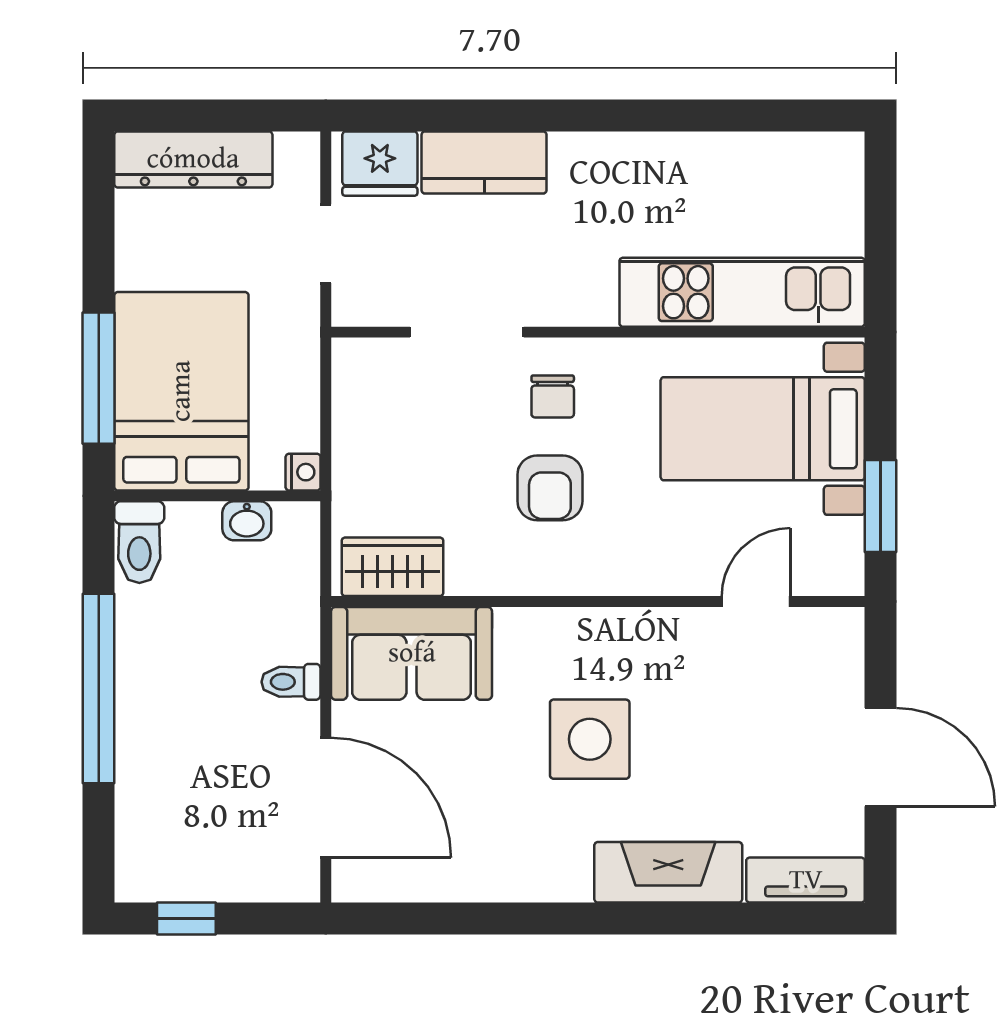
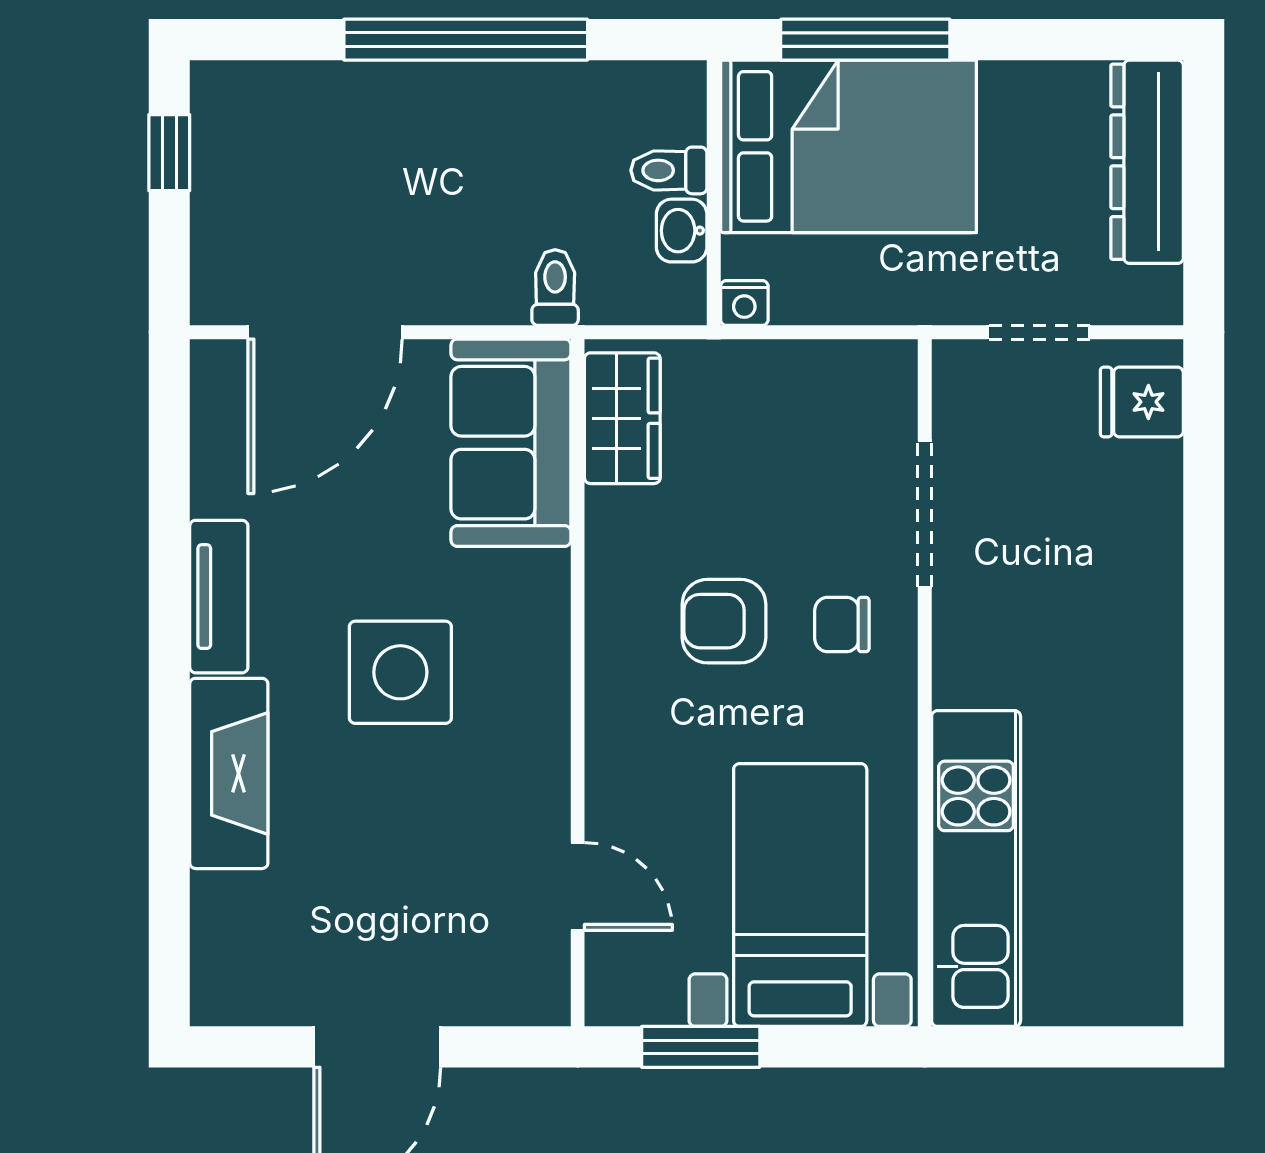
kitchen counter: (484, 162) -> (1143, 536), removed
fridge: (380, 164) -> (1142, 402), width x0.72
toilet: (139, 542) -> (669, 170), moved, width x0.73, depth x0.72
toilet: (291, 682) -> (555, 288), moved
tv unit: (806, 880) -> (219, 597), moved

